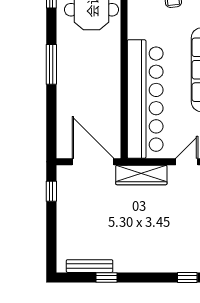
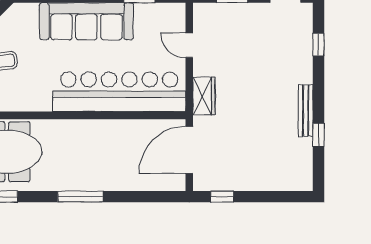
wardrobe: (141, 175) -> (204, 96), width x0.67
bench: (90, 266) -> (306, 111), moved

